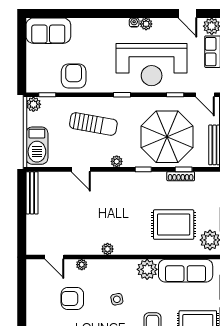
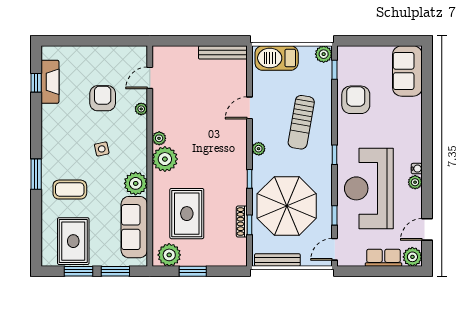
armchair: (74, 76) -> (356, 100), turned -90
plant: (126, 244) -> (165, 159), added

